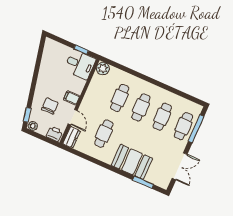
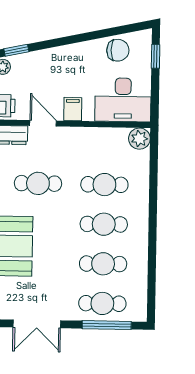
window: (81, 50) -> (156, 56), moved
desk: (80, 65) -> (123, 100), width x1.37
chair: (50, 106) -> (118, 50), moved
door: (73, 117) -> (43, 123), swing flipped

